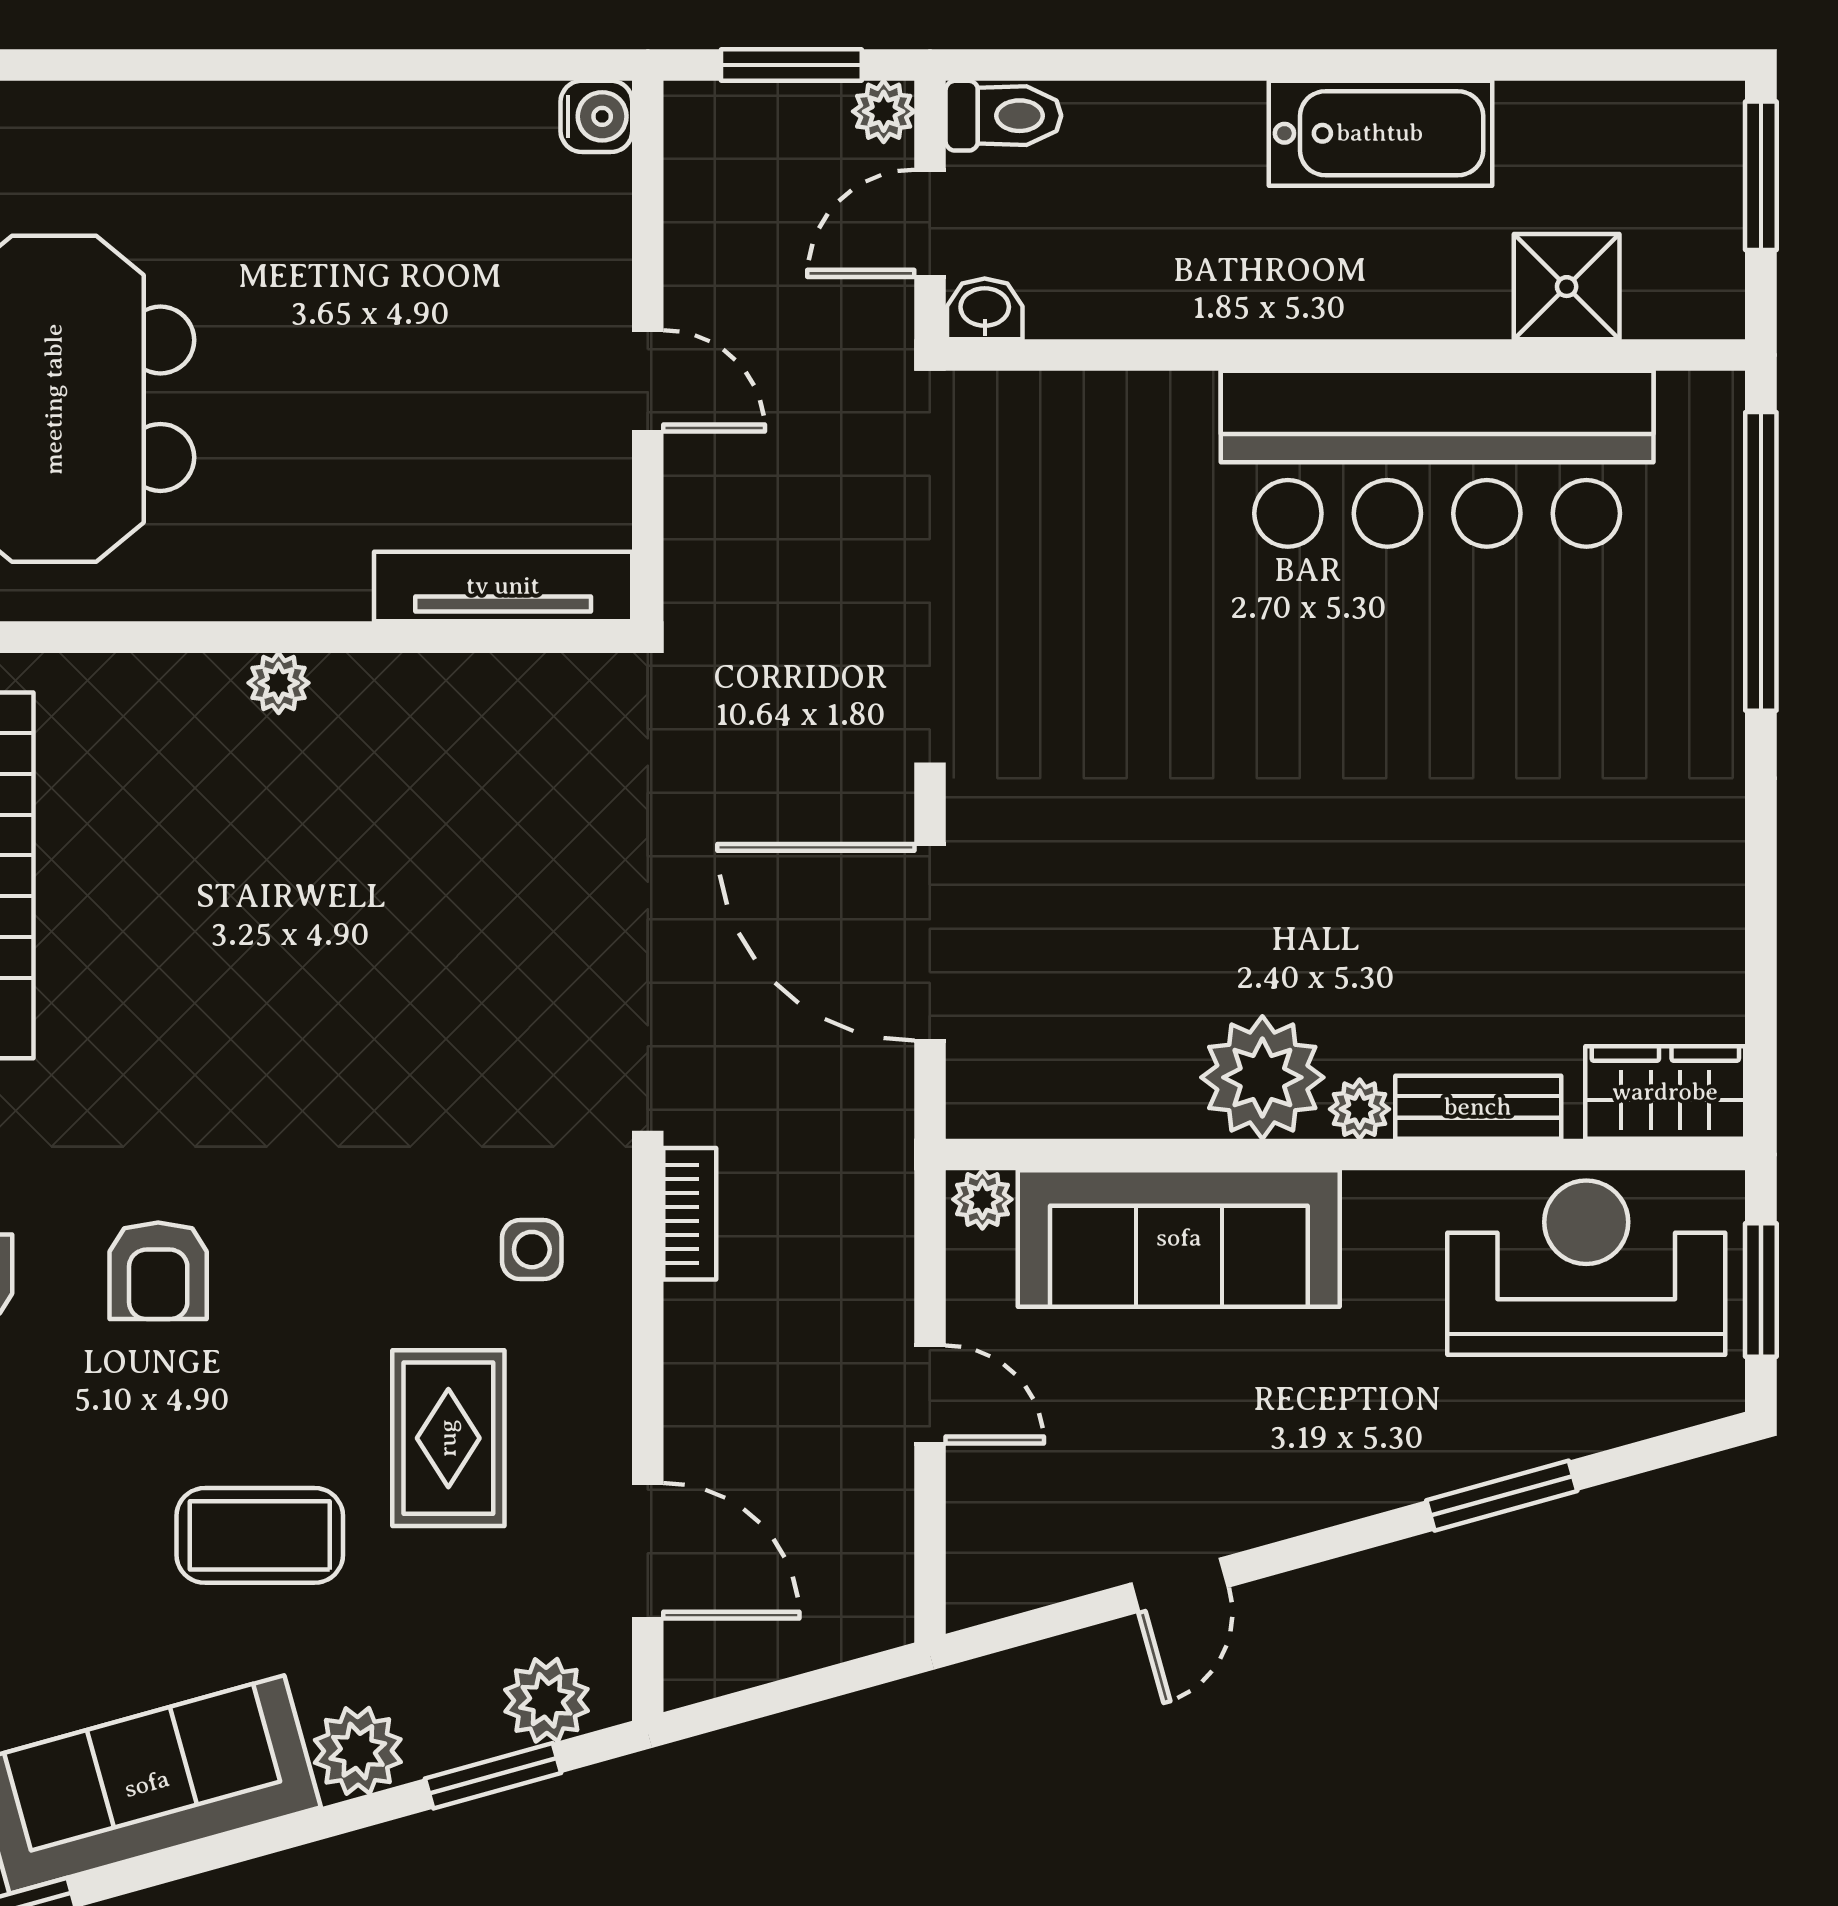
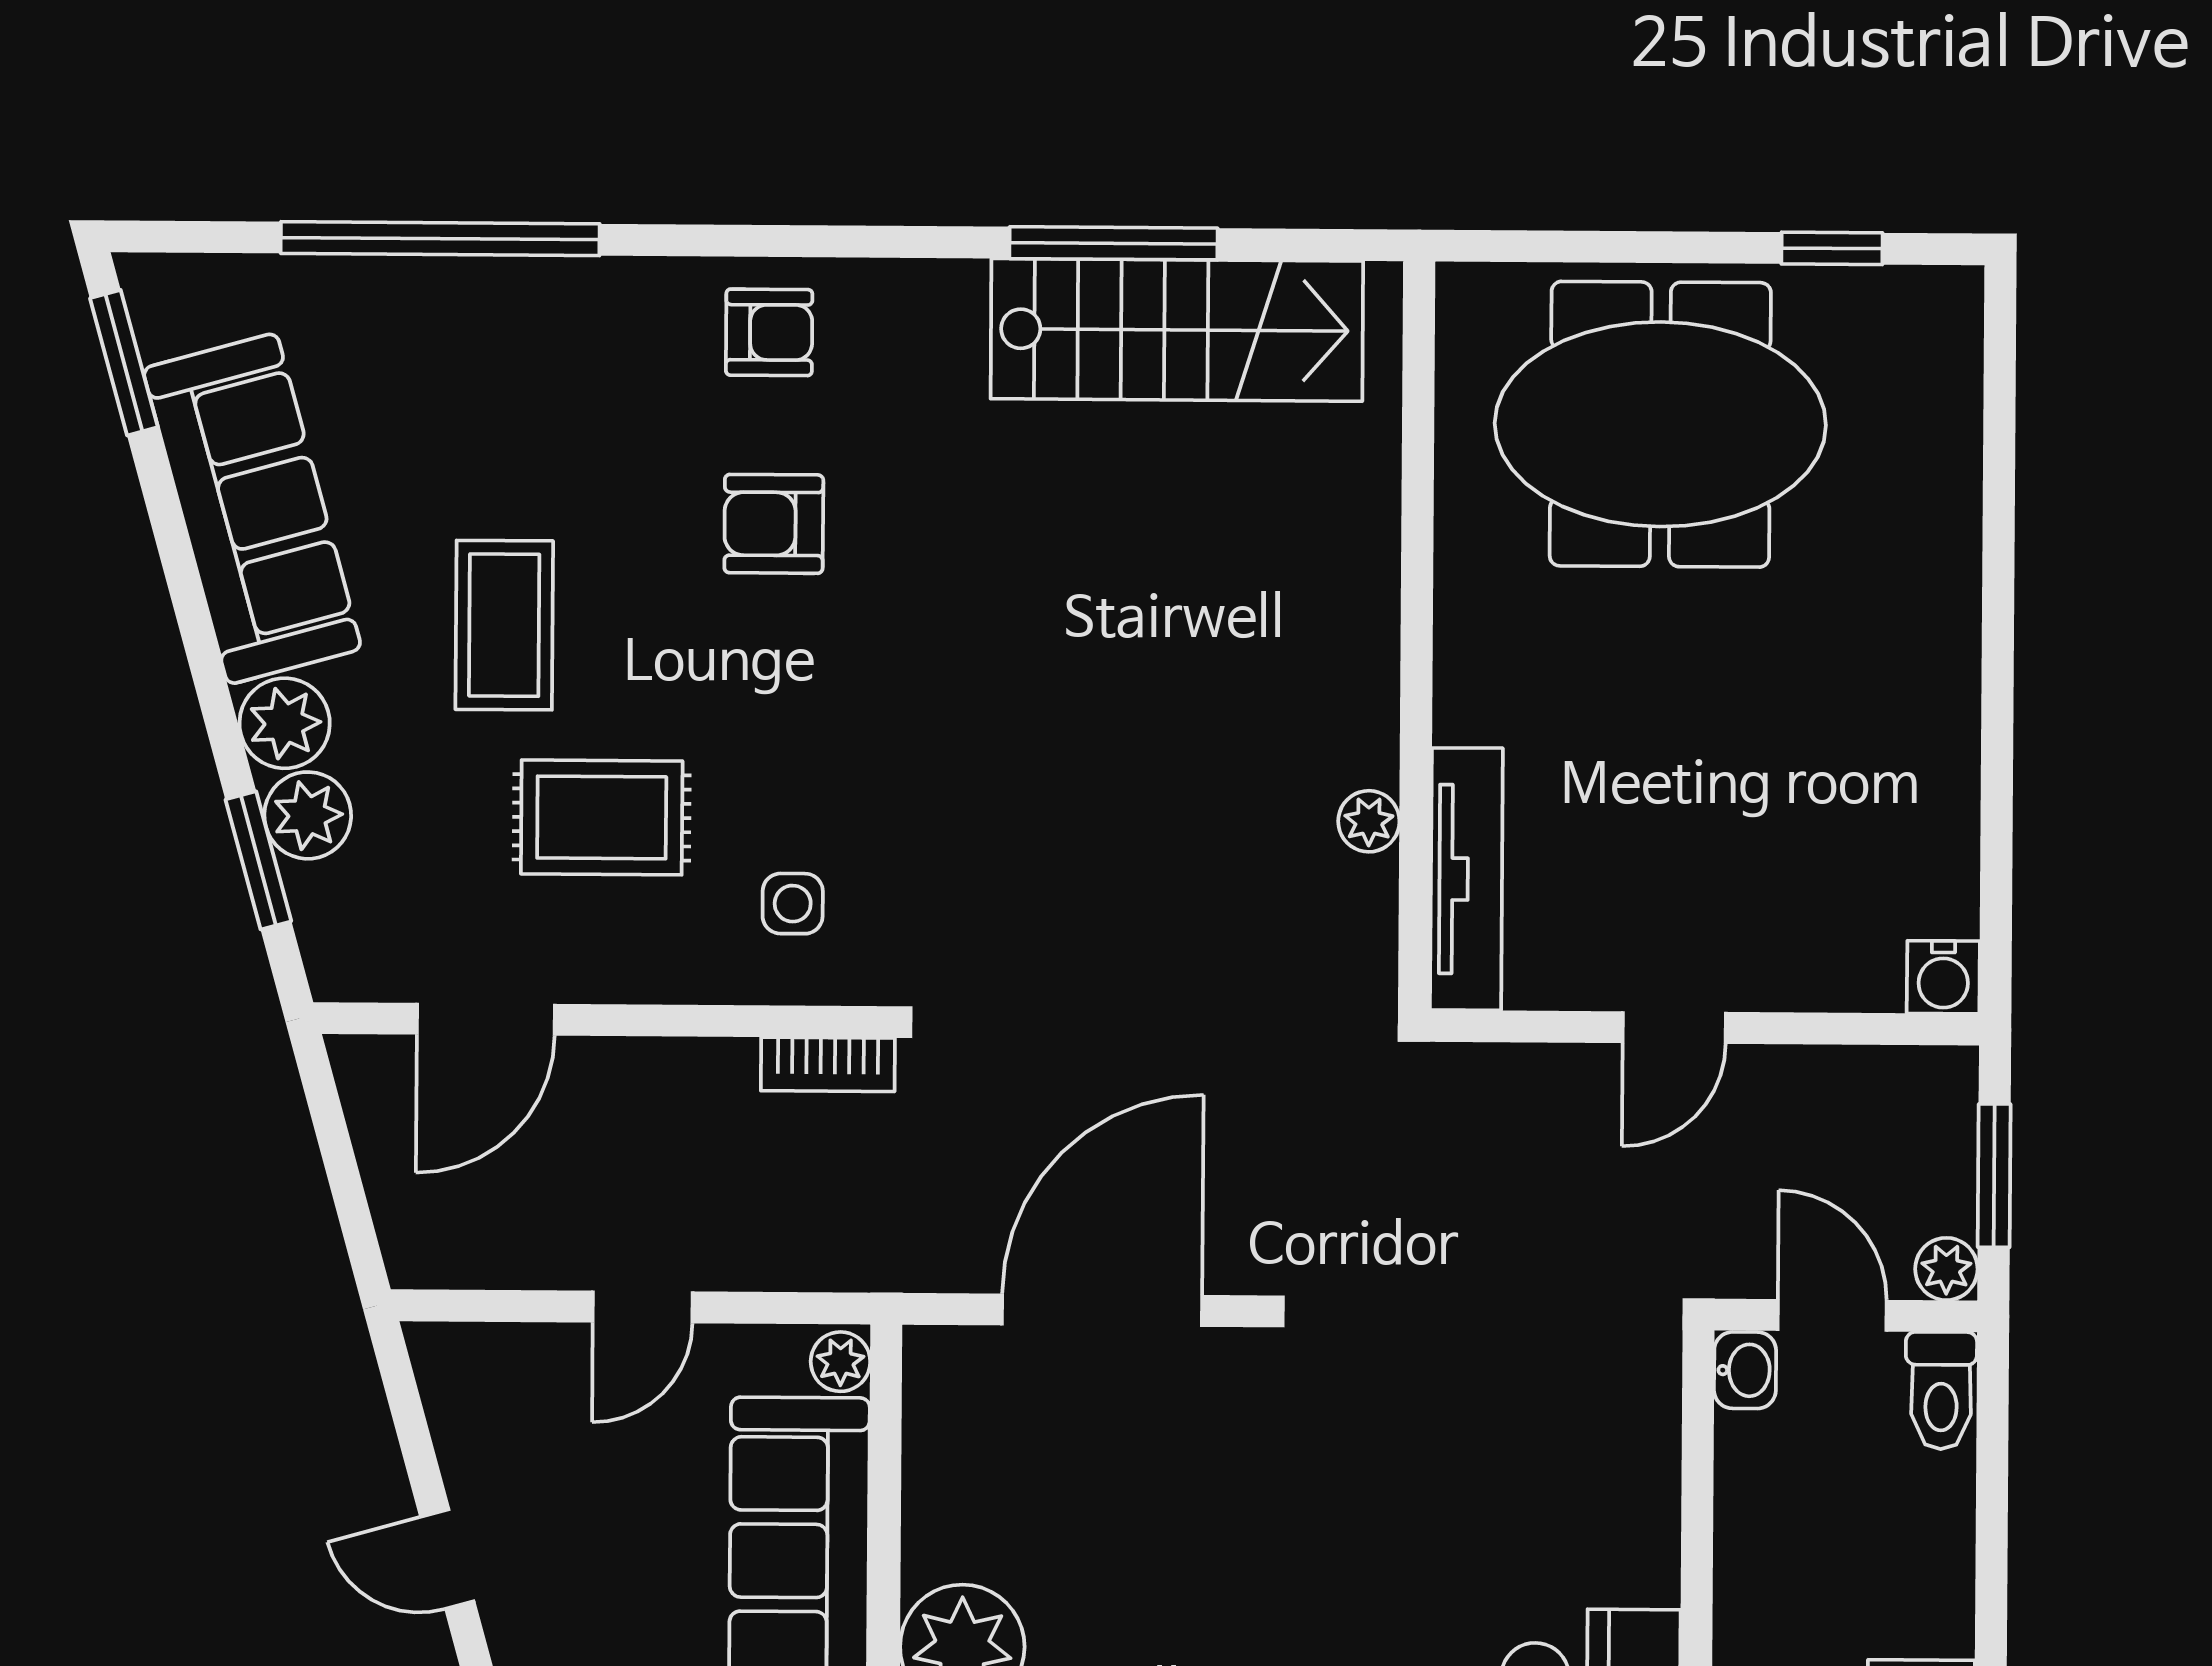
plant: (279, 683) -> (1369, 821), moved
plant: (547, 1700) -> (308, 815), moved

